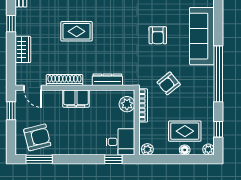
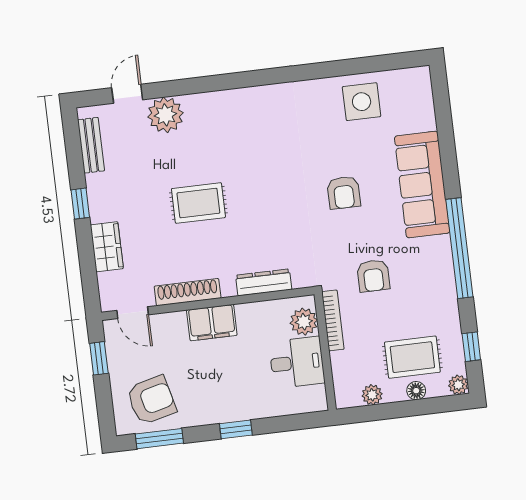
armchair: (169, 83) -> (373, 276), turned -51
desk: (120, 142) -> (297, 363), moved
plant: (147, 149) -> (372, 395), moved
window: (113, 159) -> (236, 429), moved

